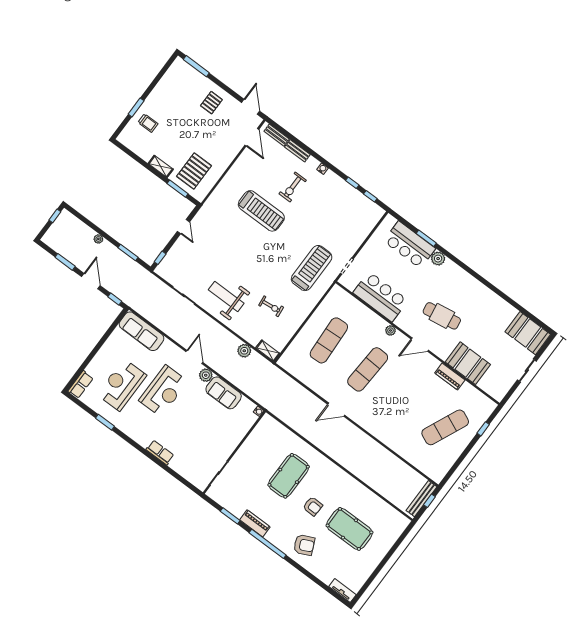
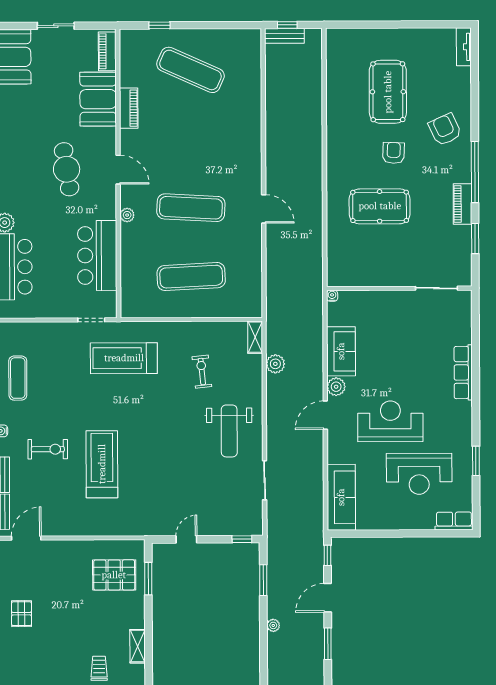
pallet: (211, 103) -> (22, 614), turned 90
shelving: (161, 166) -> (138, 646), moved
exercise mat: (345, 200) -> (18, 378), added
piano: (491, 389) -> (107, 51), added
row of seats: (160, 453) -> (463, 372), width x1.48
bench: (422, 499) -> (284, 36), width x0.73

